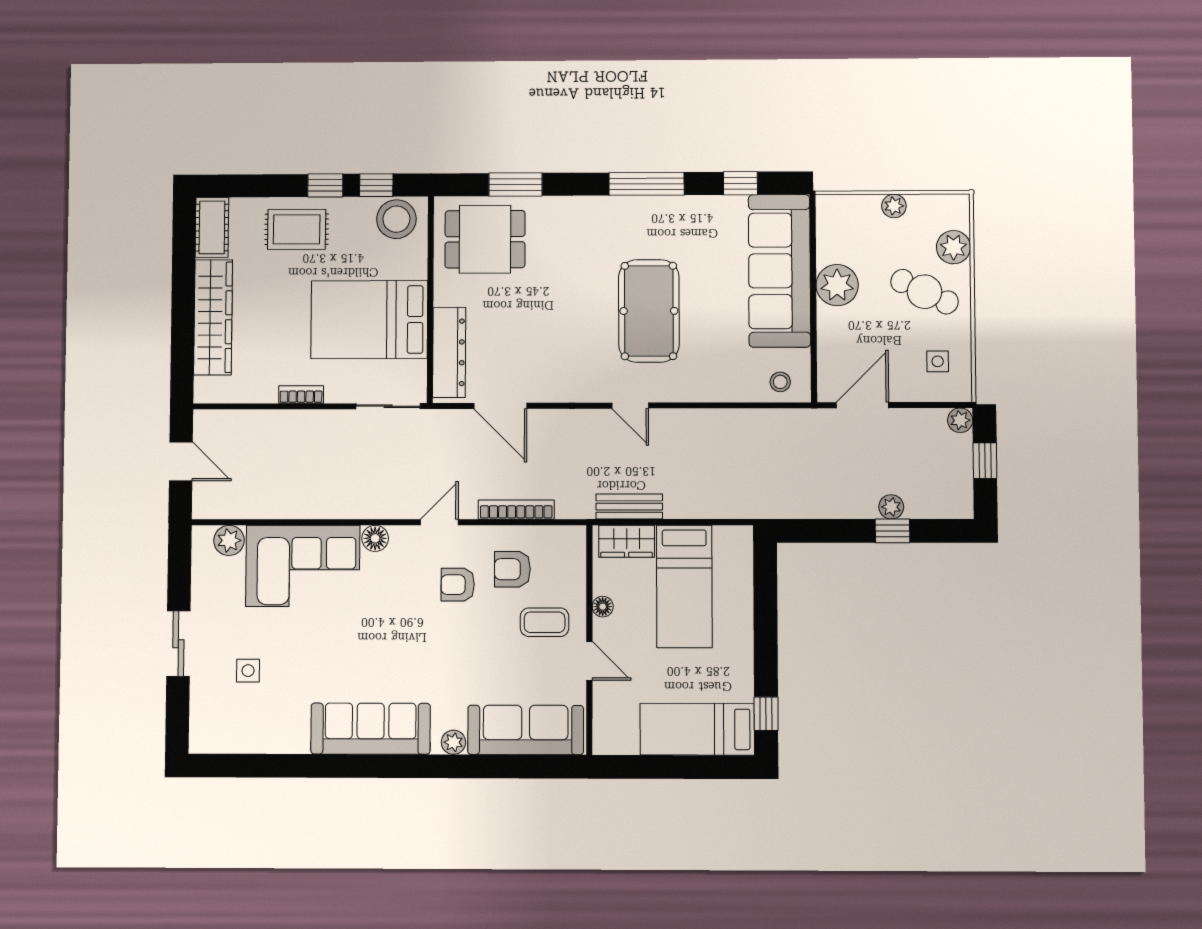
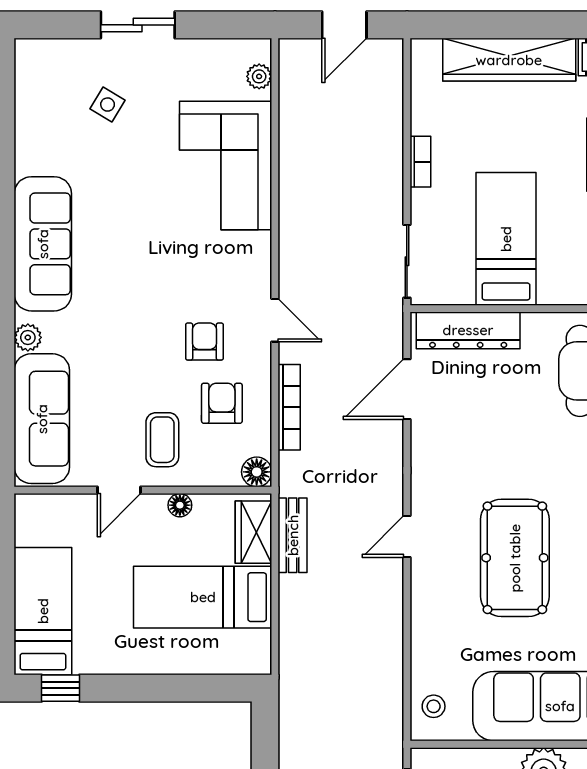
pool table: (649, 311) -> (515, 558), turned 90
bed: (369, 320) -> (506, 239), width x0.67
floor lamp: (375, 538) -> (257, 472), moved
plant: (229, 540) -> (259, 76), width x0.73, depth x0.73
side table: (248, 671) -> (108, 105), turned 31

